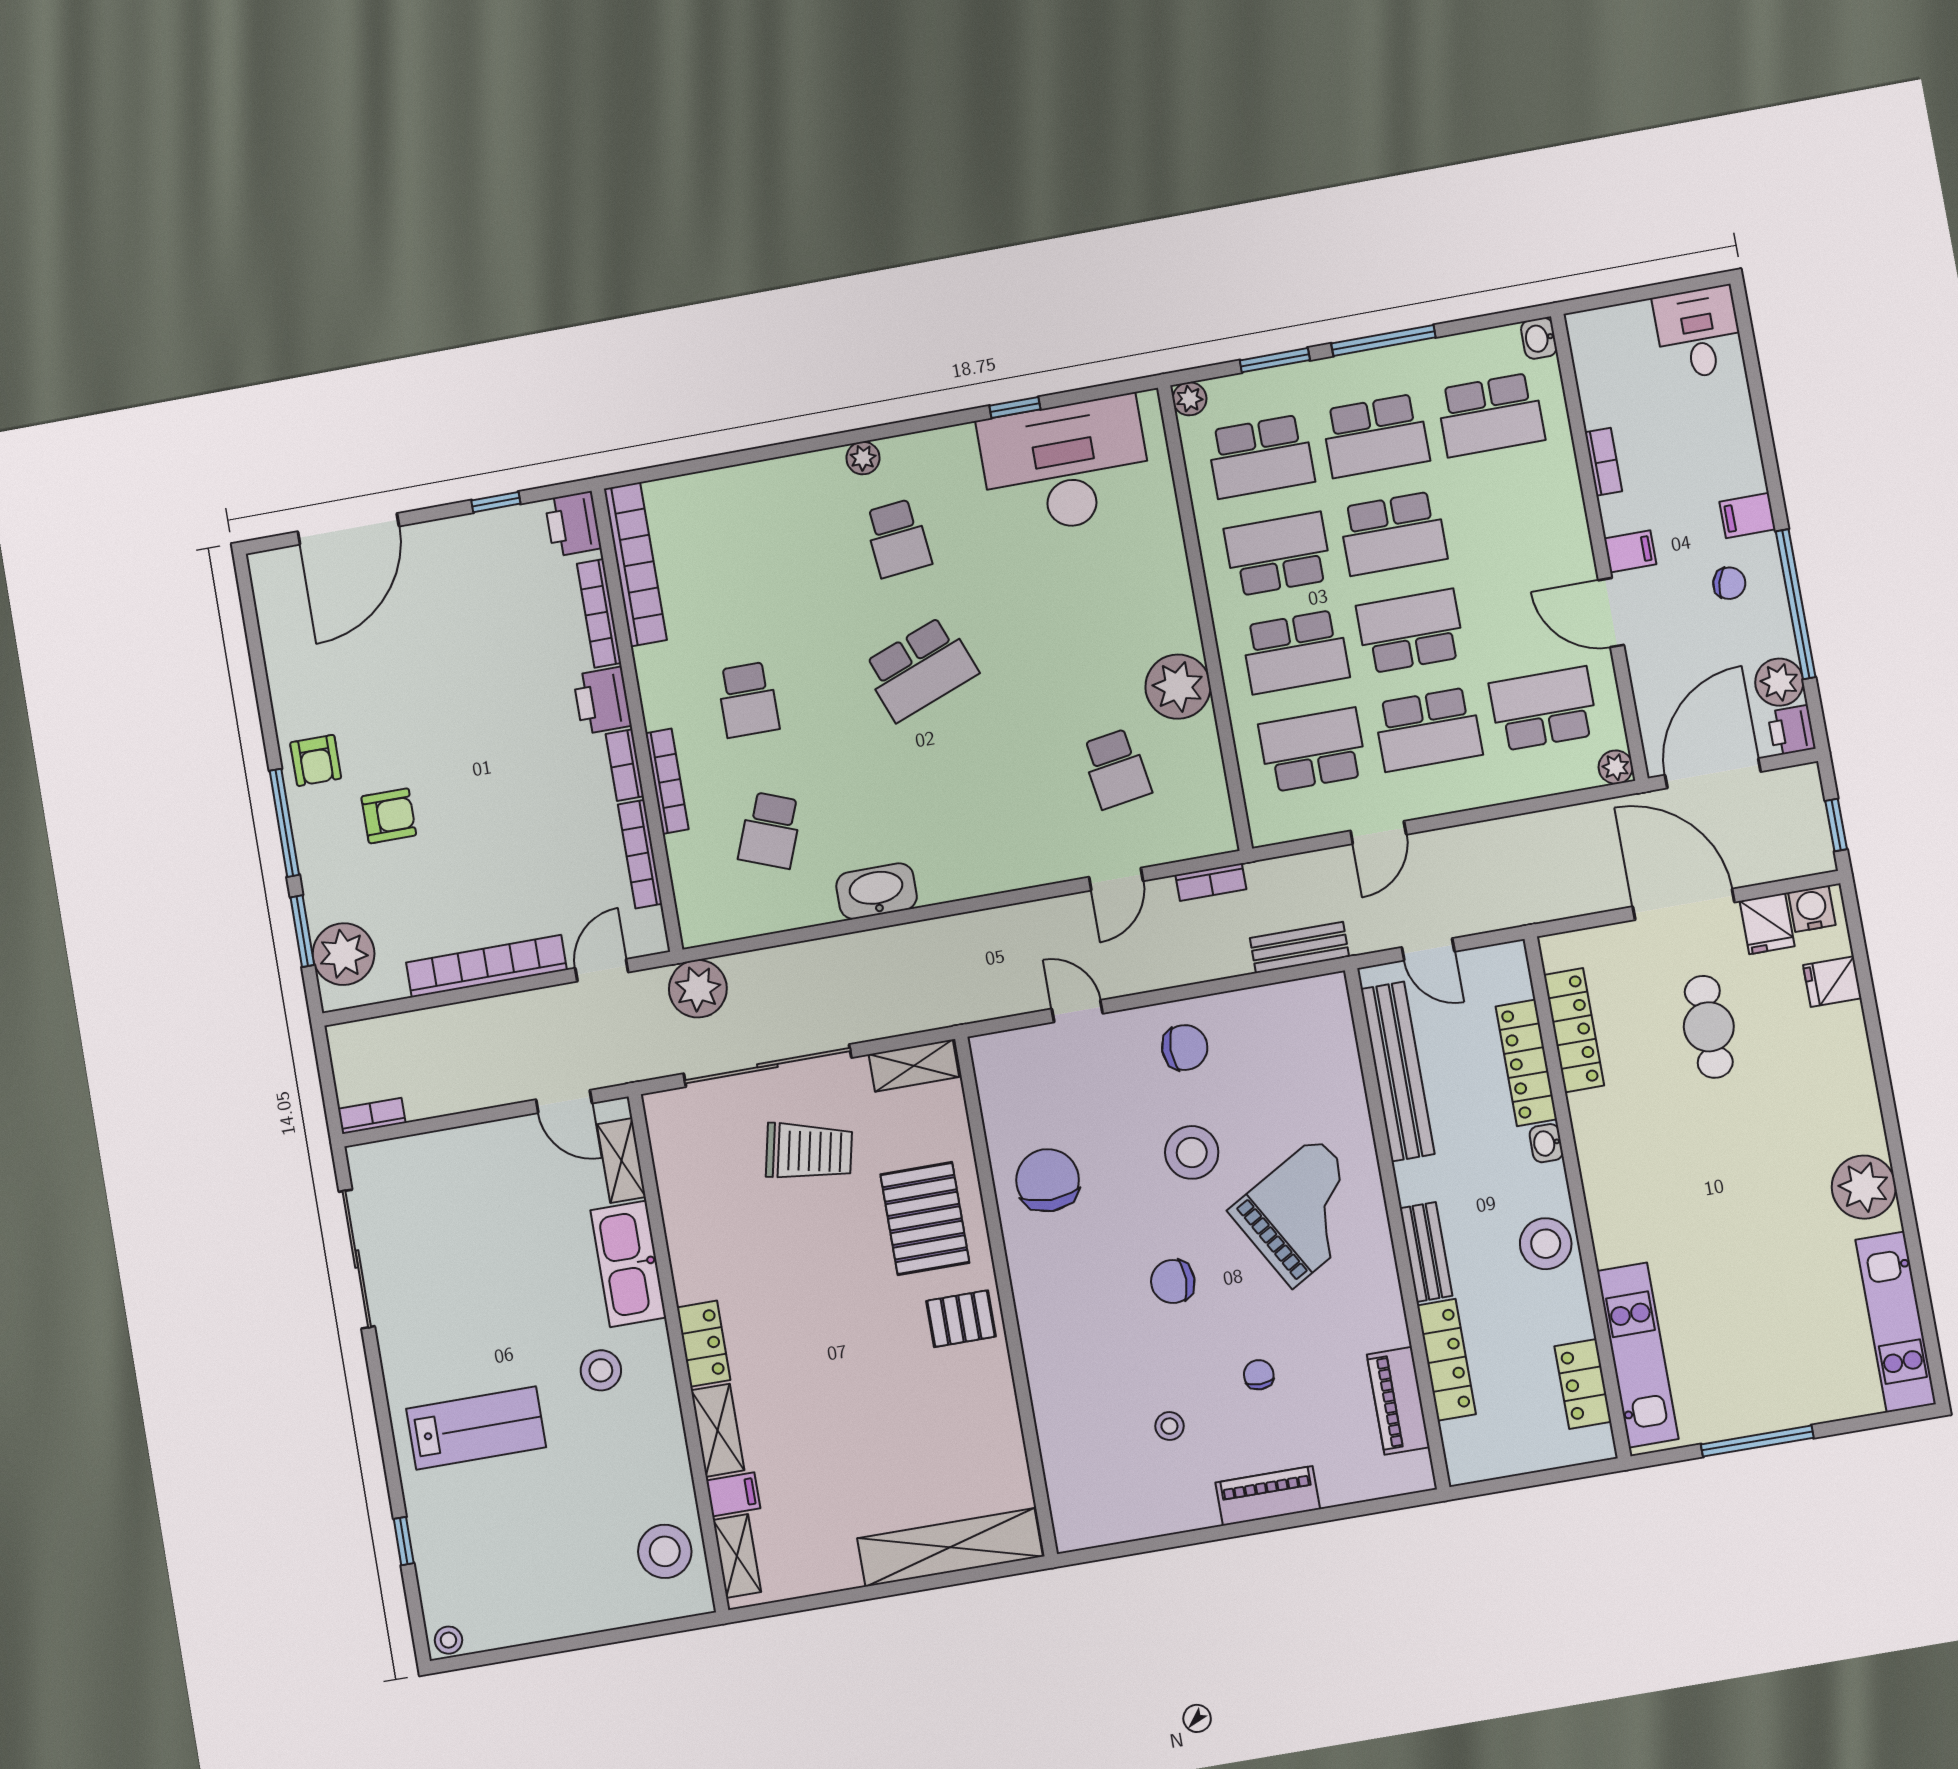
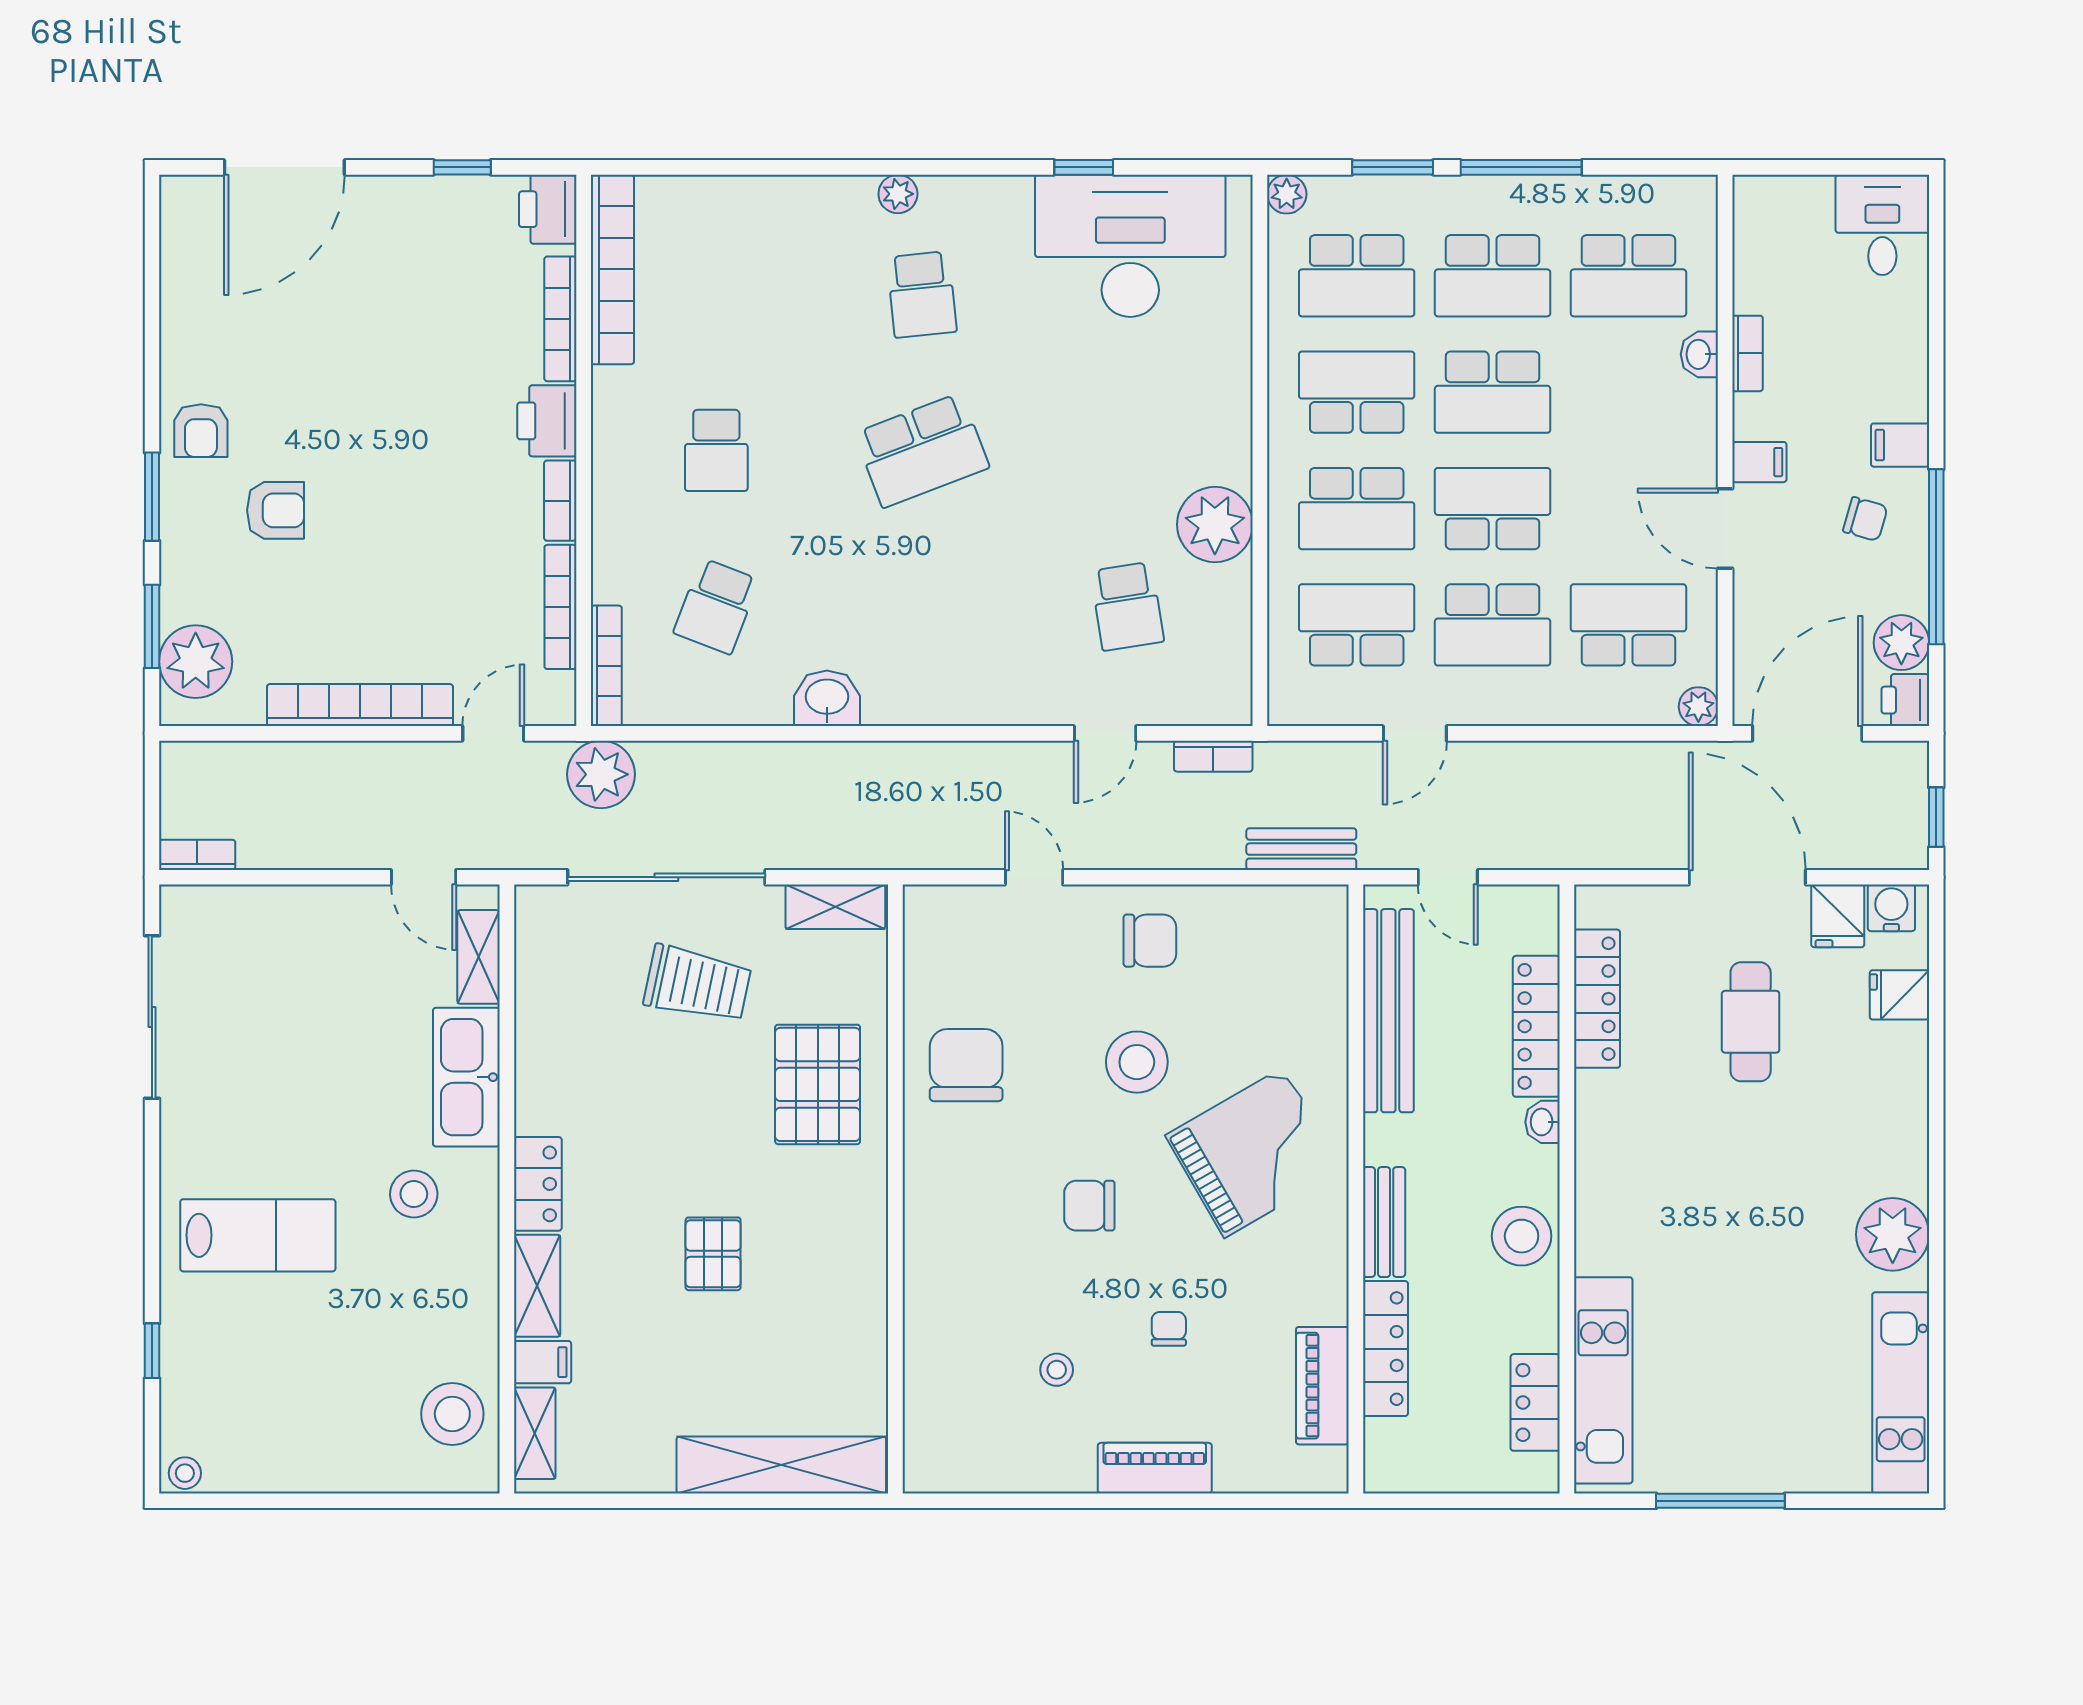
washbasin: (1539, 338) -> (1699, 354), moved
bookcase: (667, 781) -> (606, 666), moved
window: (284, 823) -> (152, 497), width x0.69
washbasin: (877, 891) -> (827, 698), width x0.72
pallet: (961, 1319) -> (713, 1254), moved, turned 90

